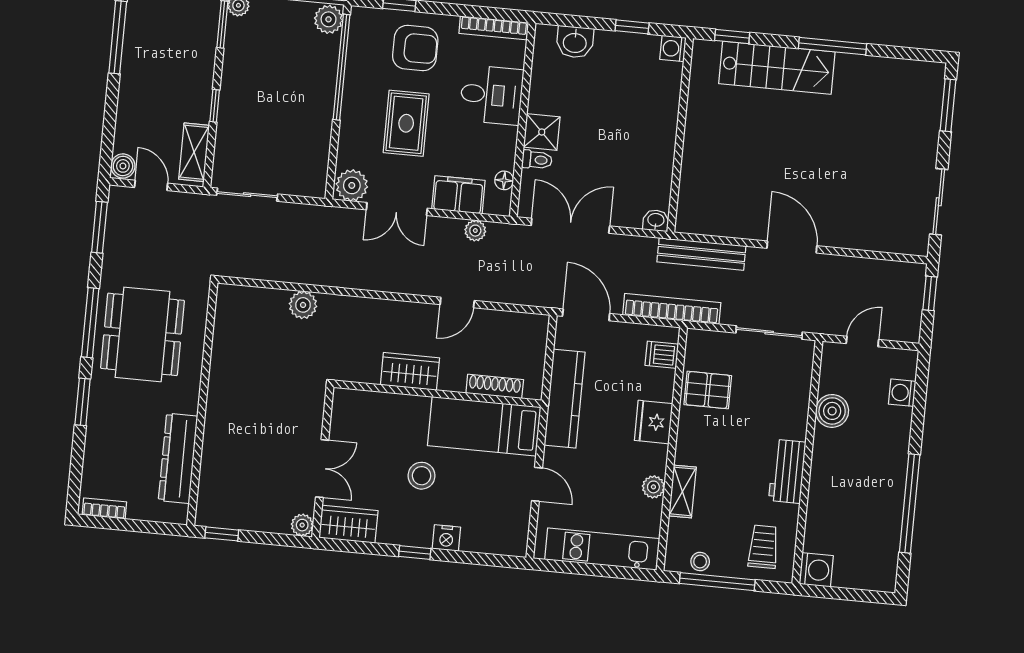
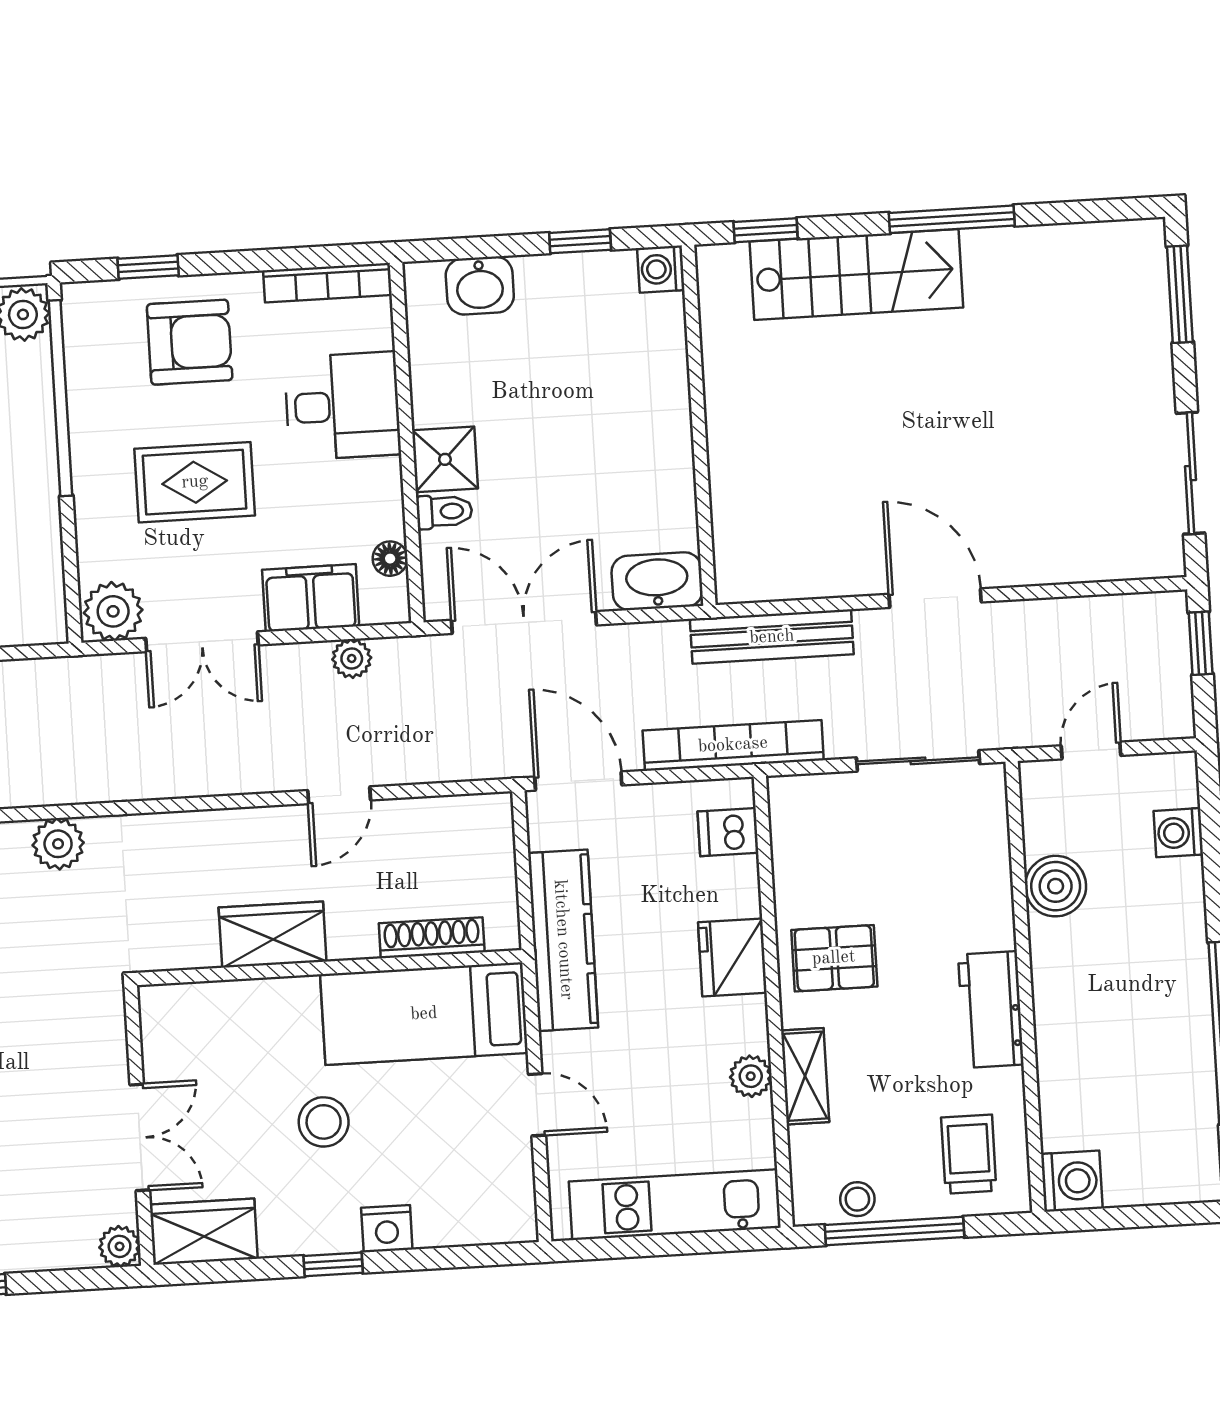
rug: (406, 123) -> (195, 482), turned 90
washbasin: (656, 220) -> (657, 581), width x1.91, depth x1.45
pallet: (708, 390) -> (834, 958), moved

